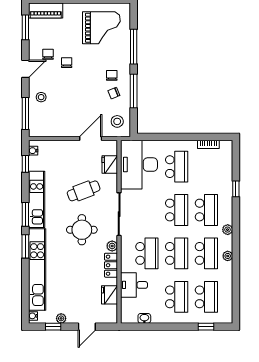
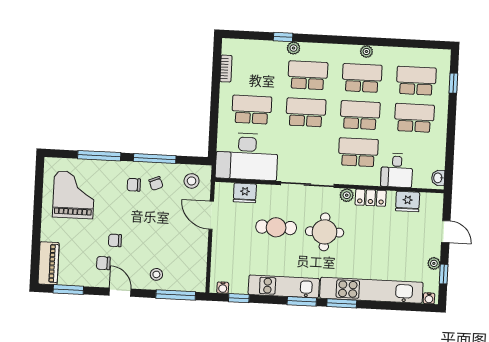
cafe table: (84, 191) -> (276, 227), turned -69
plant: (228, 230) -> (294, 48), moved
washbasin: (144, 318) -> (438, 178), moved

